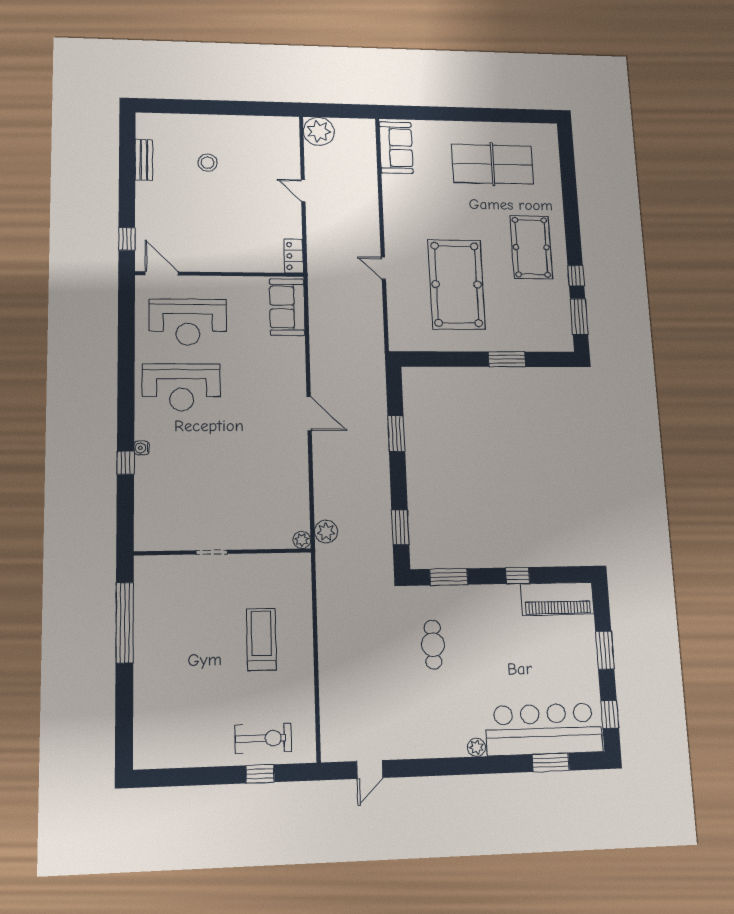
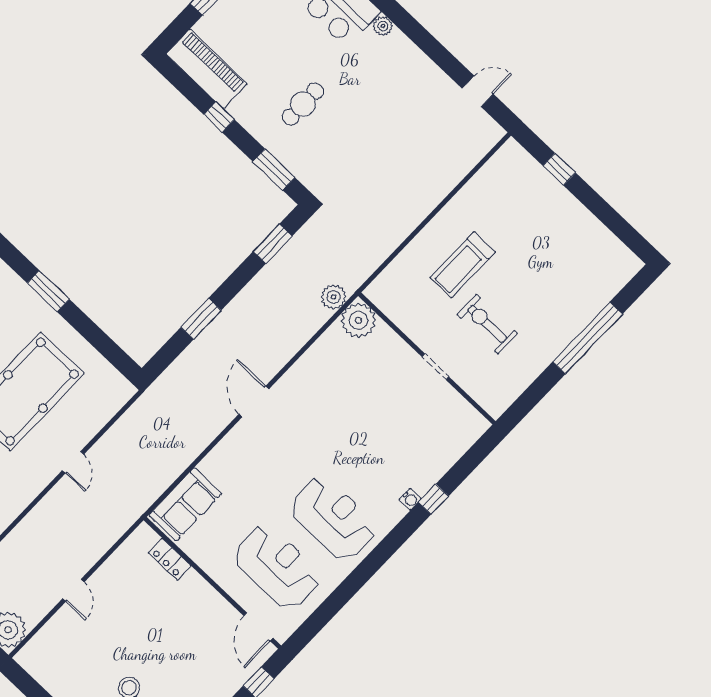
locker: (294, 256) -> (170, 559), moved, turned 90
plant: (302, 540) -> (359, 320), width x1.88, depth x1.88
window: (125, 623) -> (588, 338), moved
cafe table: (433, 645) -> (303, 104), moved
exercise bike: (263, 738) -> (487, 324), moved

